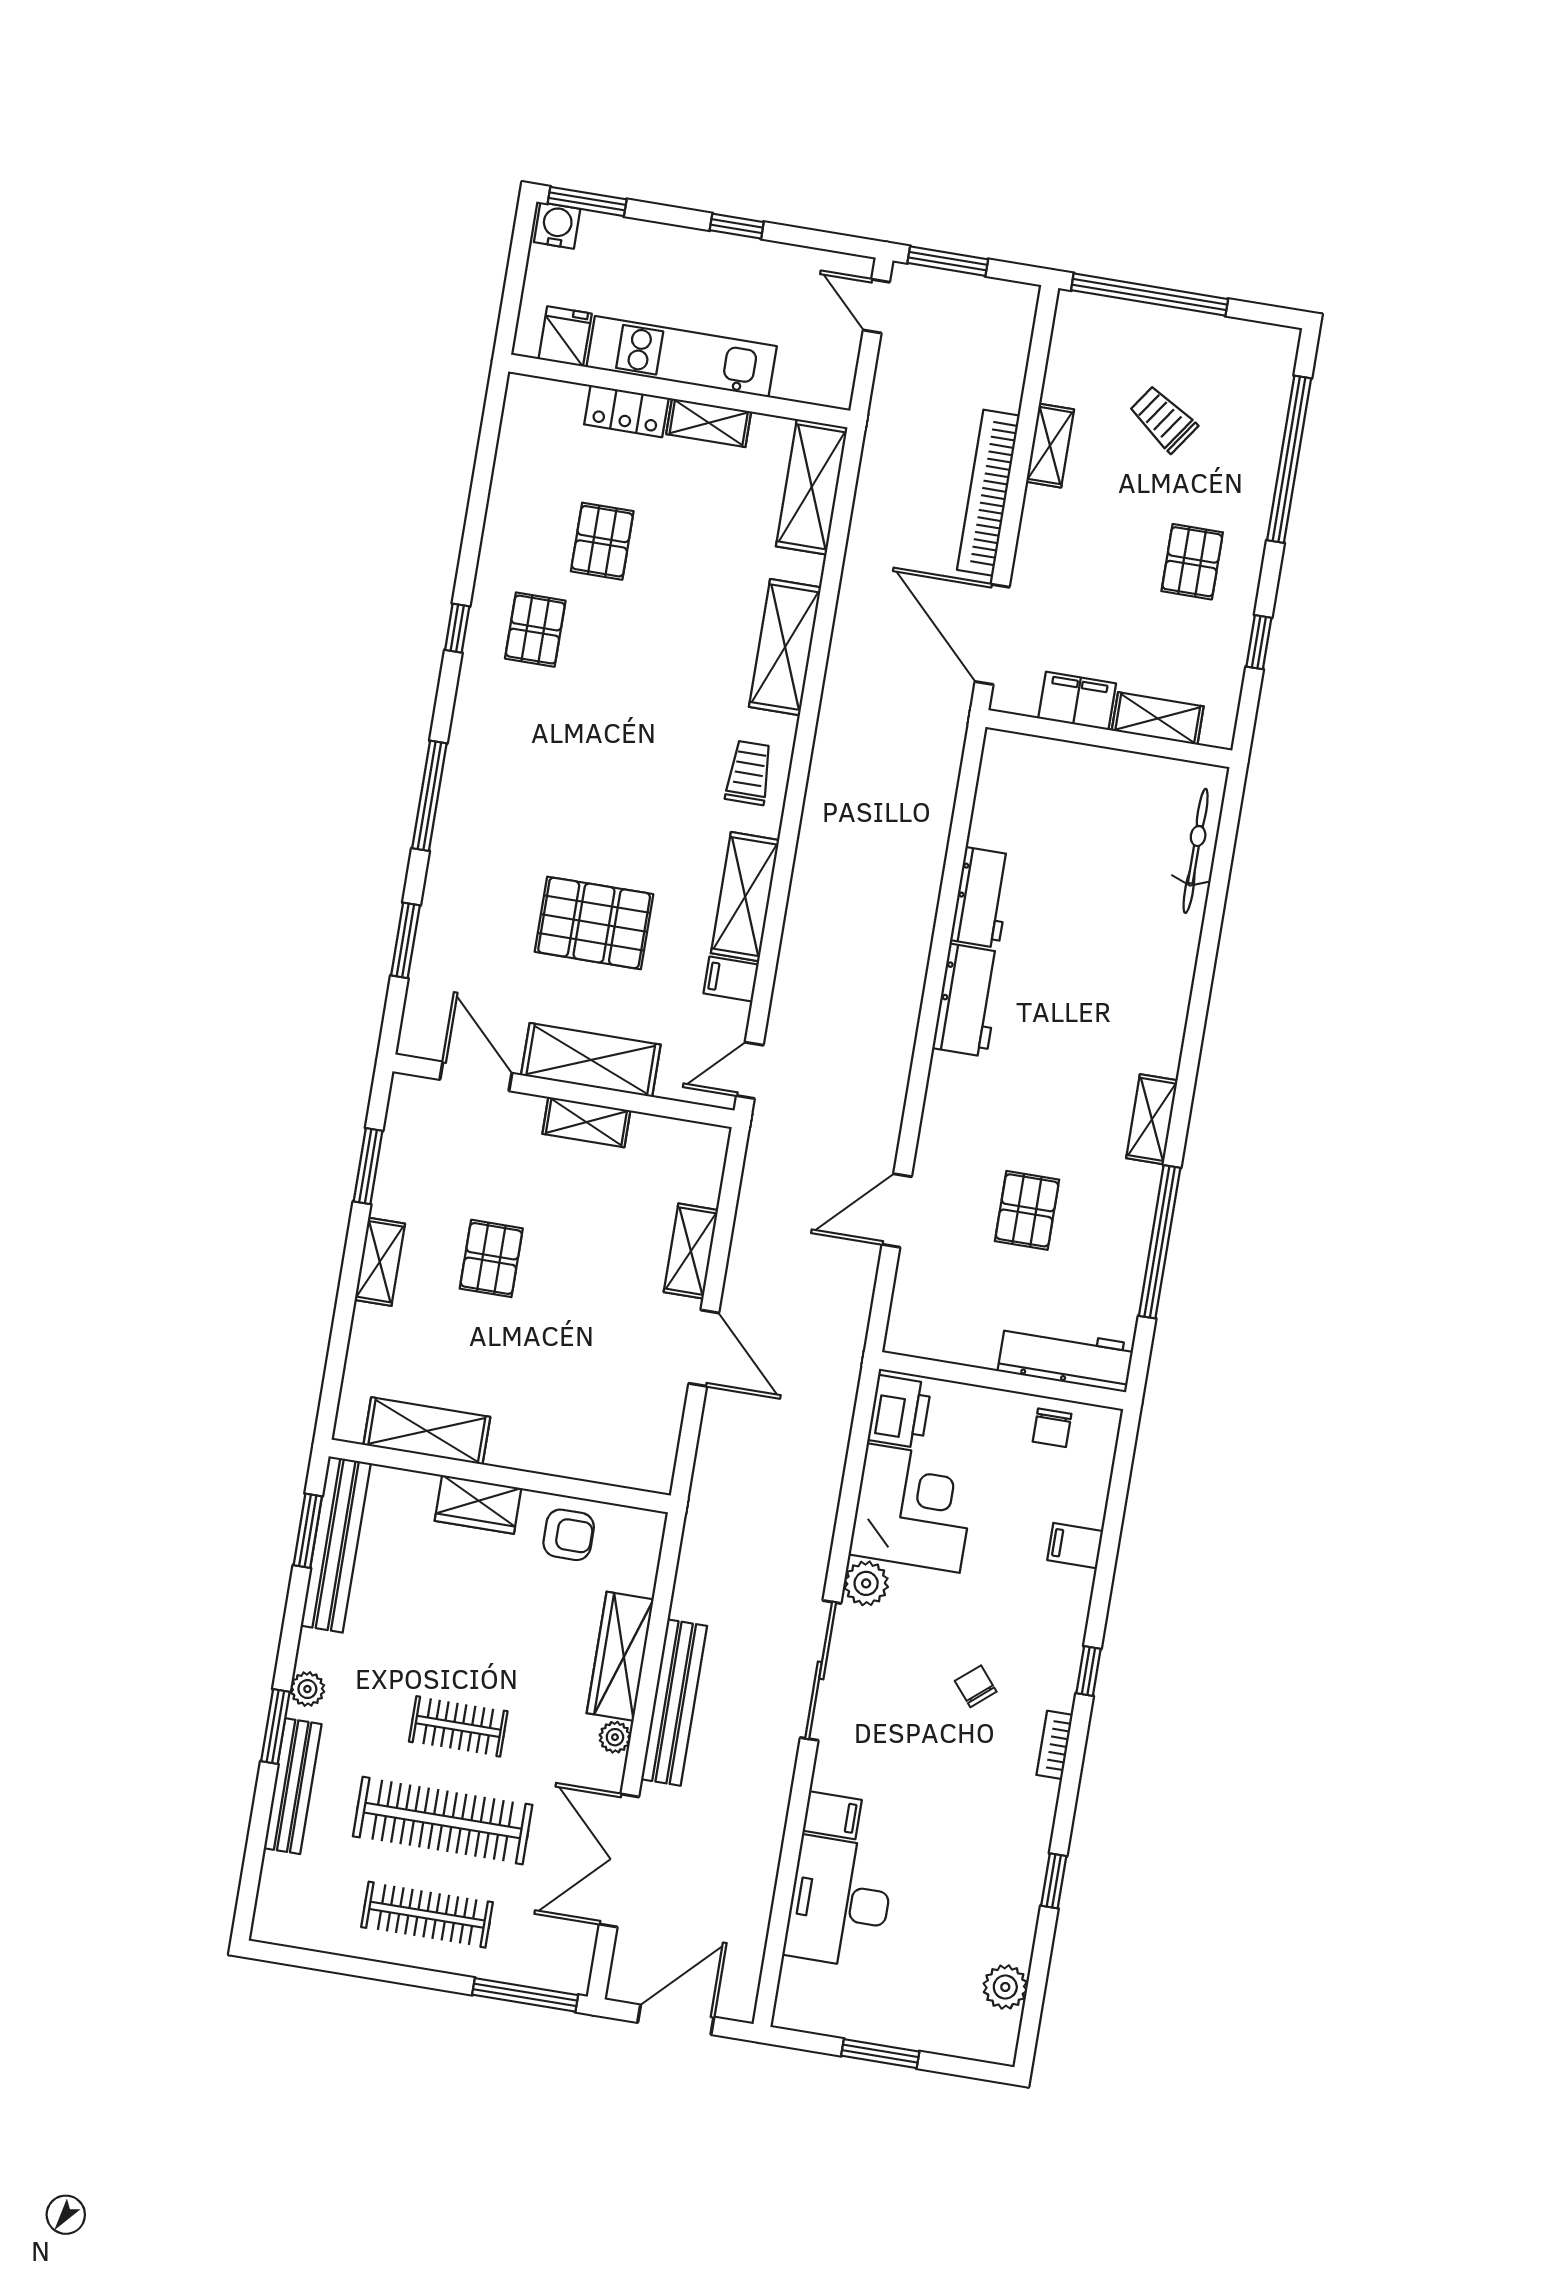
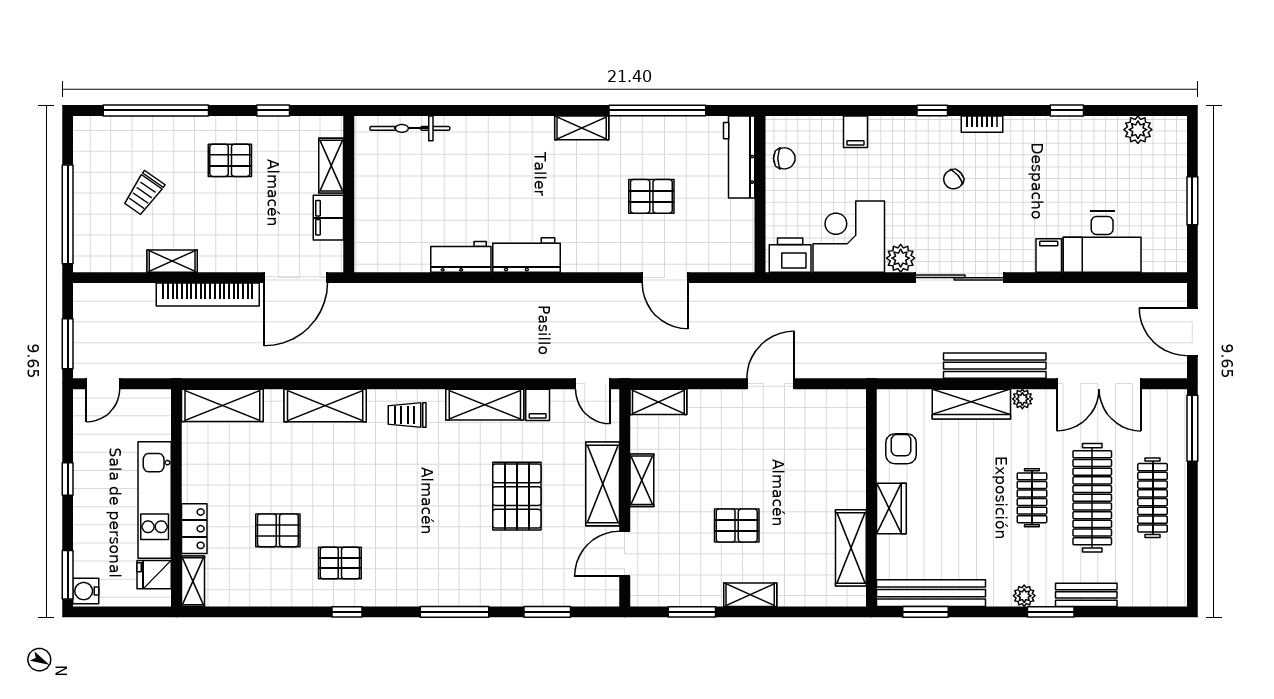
shelving: (709, 423) -> (193, 581), moved
shelving: (691, 1251) -> (658, 402), moved
bench: (293, 1786) -> (1086, 595), width x0.73

